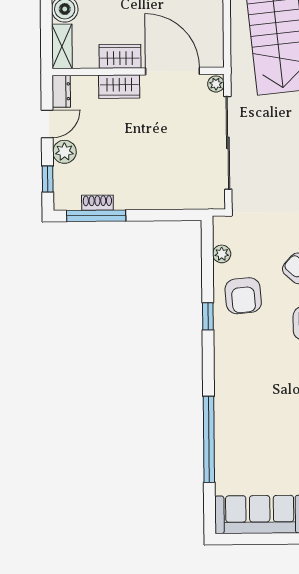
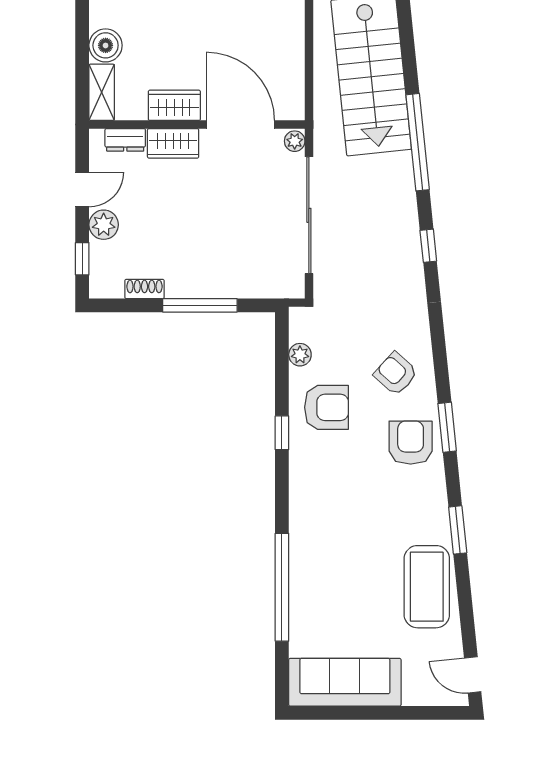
dresser: (61, 91) -> (125, 140), moved, turned 90
window: (96, 216) -> (200, 305), moved
armchair: (243, 296) -> (326, 407), turned -85

